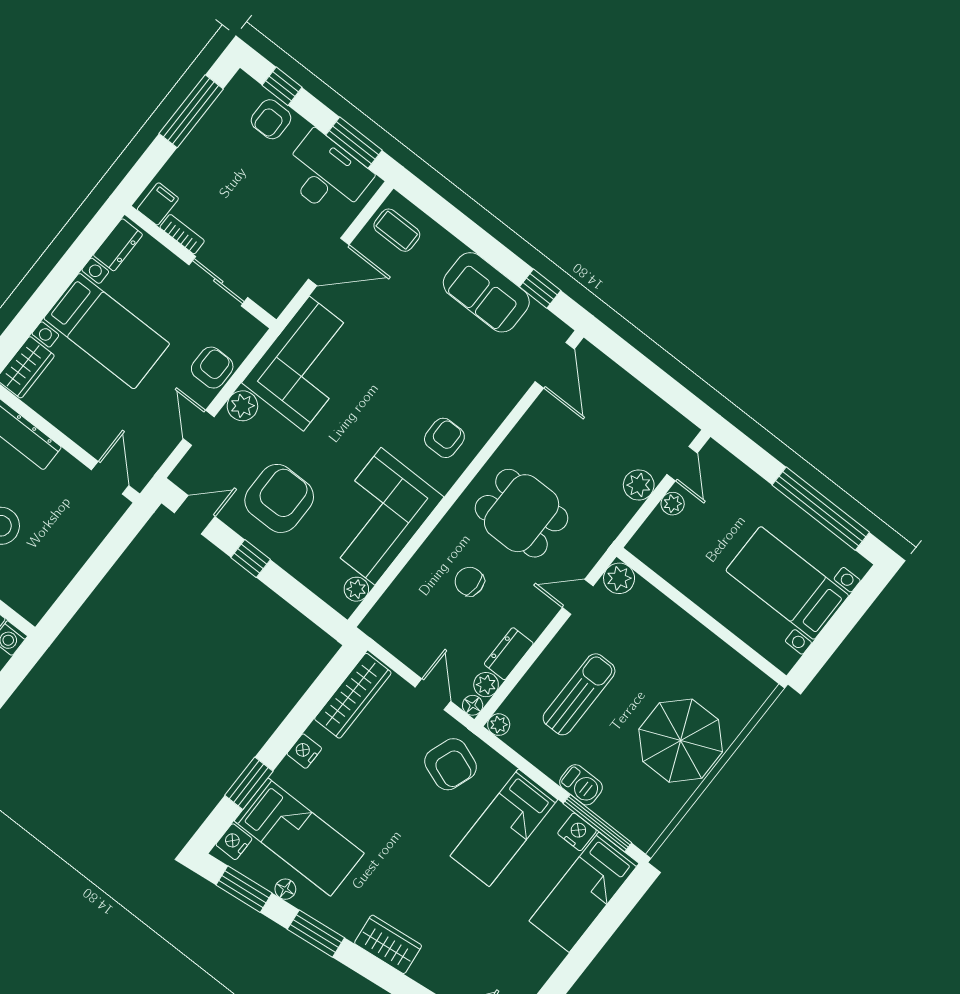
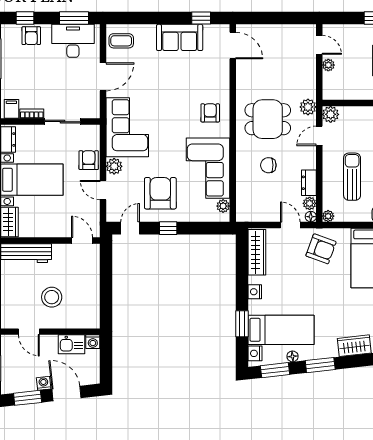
plant: (639, 485) -> (308, 107), moved

